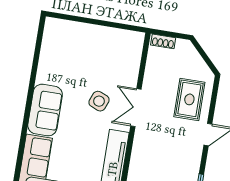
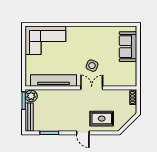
sofa: (45, 110) -> (128, 47), moved, turned 90

